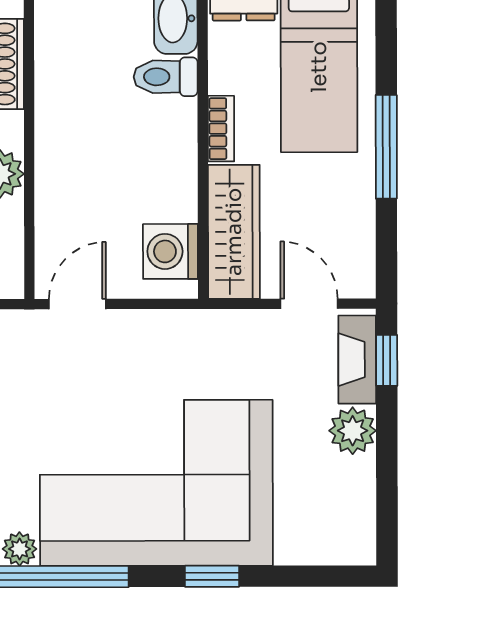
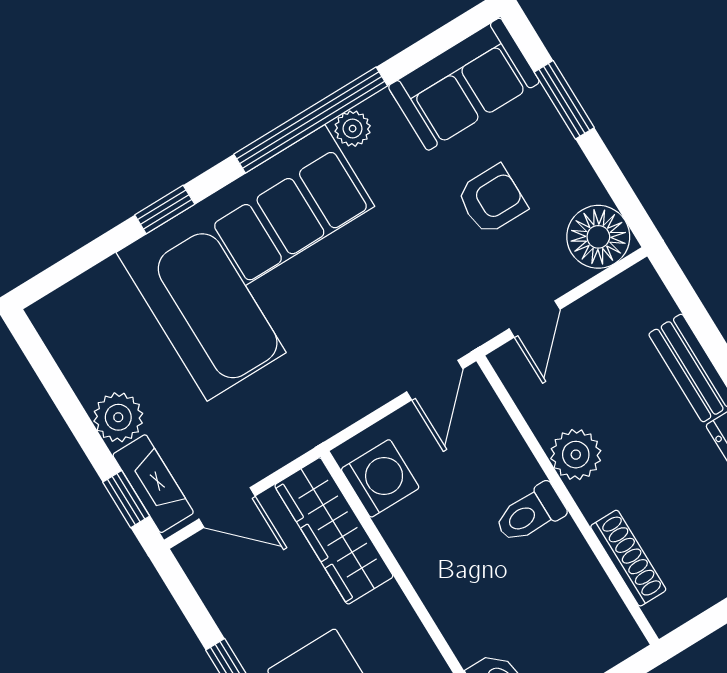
toilet: (166, 77) -> (530, 513), moved, turned 180
bookcase: (221, 129) -> (402, 616), removed

